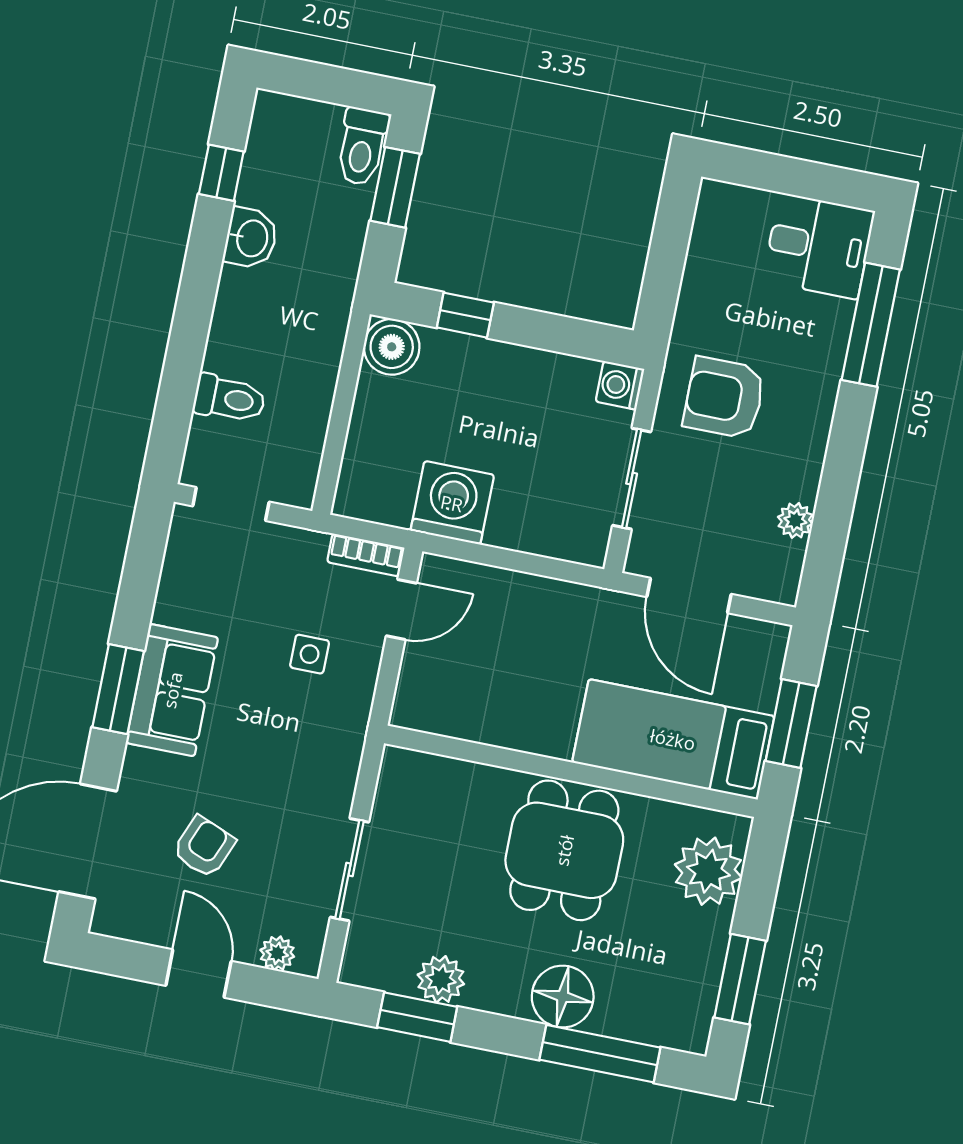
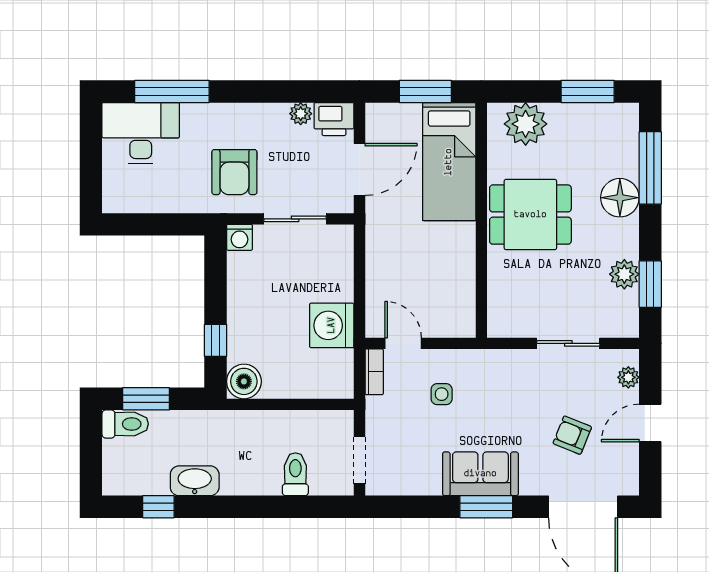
washbasin: (251, 238) -> (195, 481), width x1.38
desk: (819, 246) -> (141, 133), width x1.37
printer: (776, 571) -> (334, 119), added

